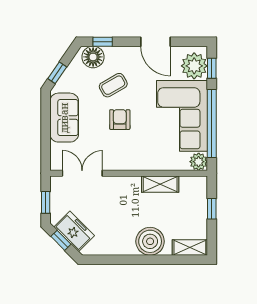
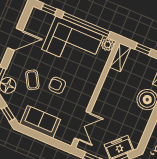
plant: (194, 66) -> (42, 20), removed
double door: (82, 173) -> (82, 126), swing flipped
shelving: (160, 184) -> (120, 57), moved

